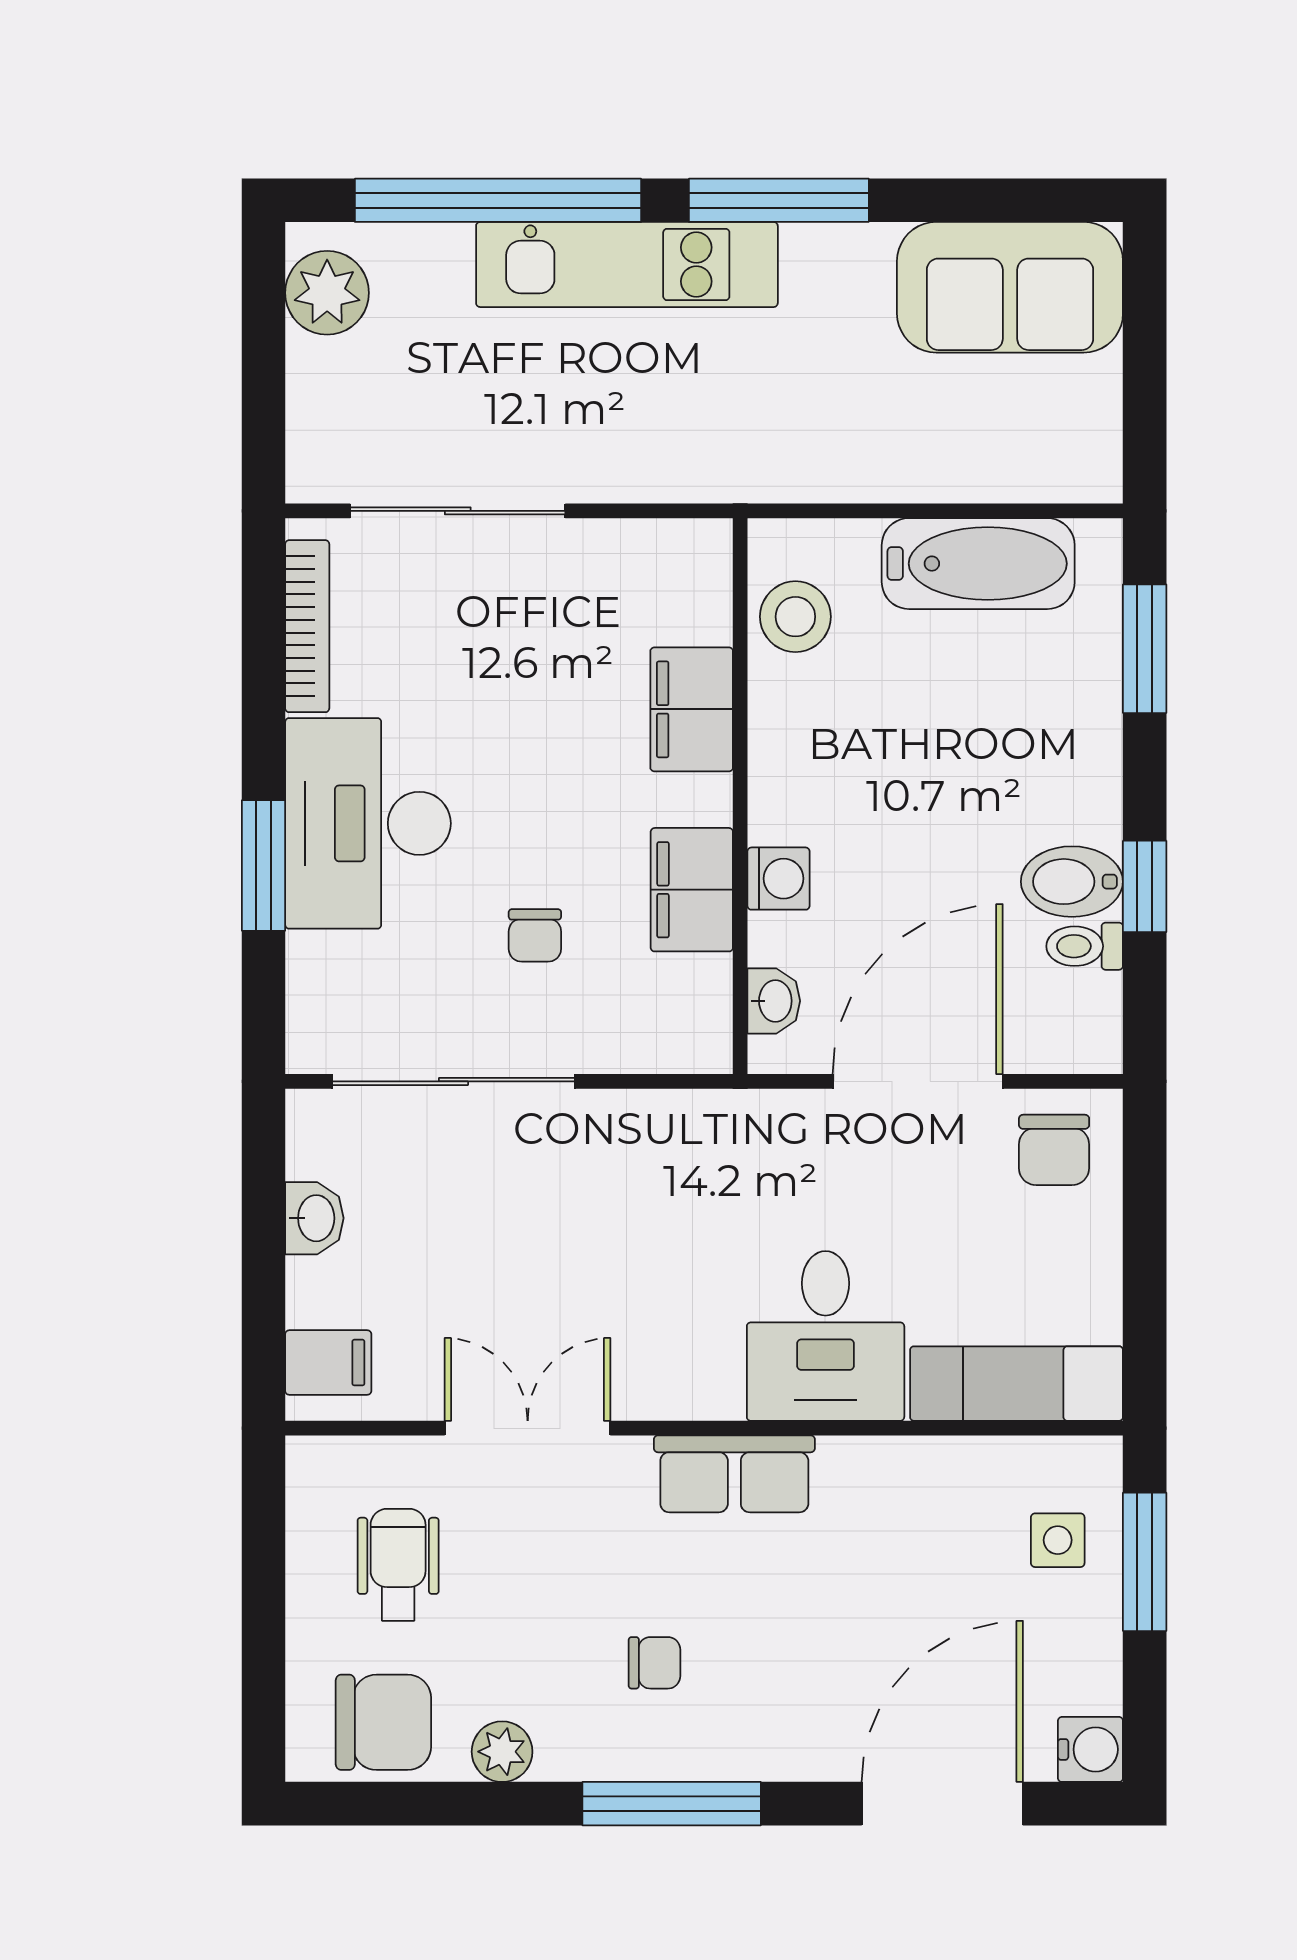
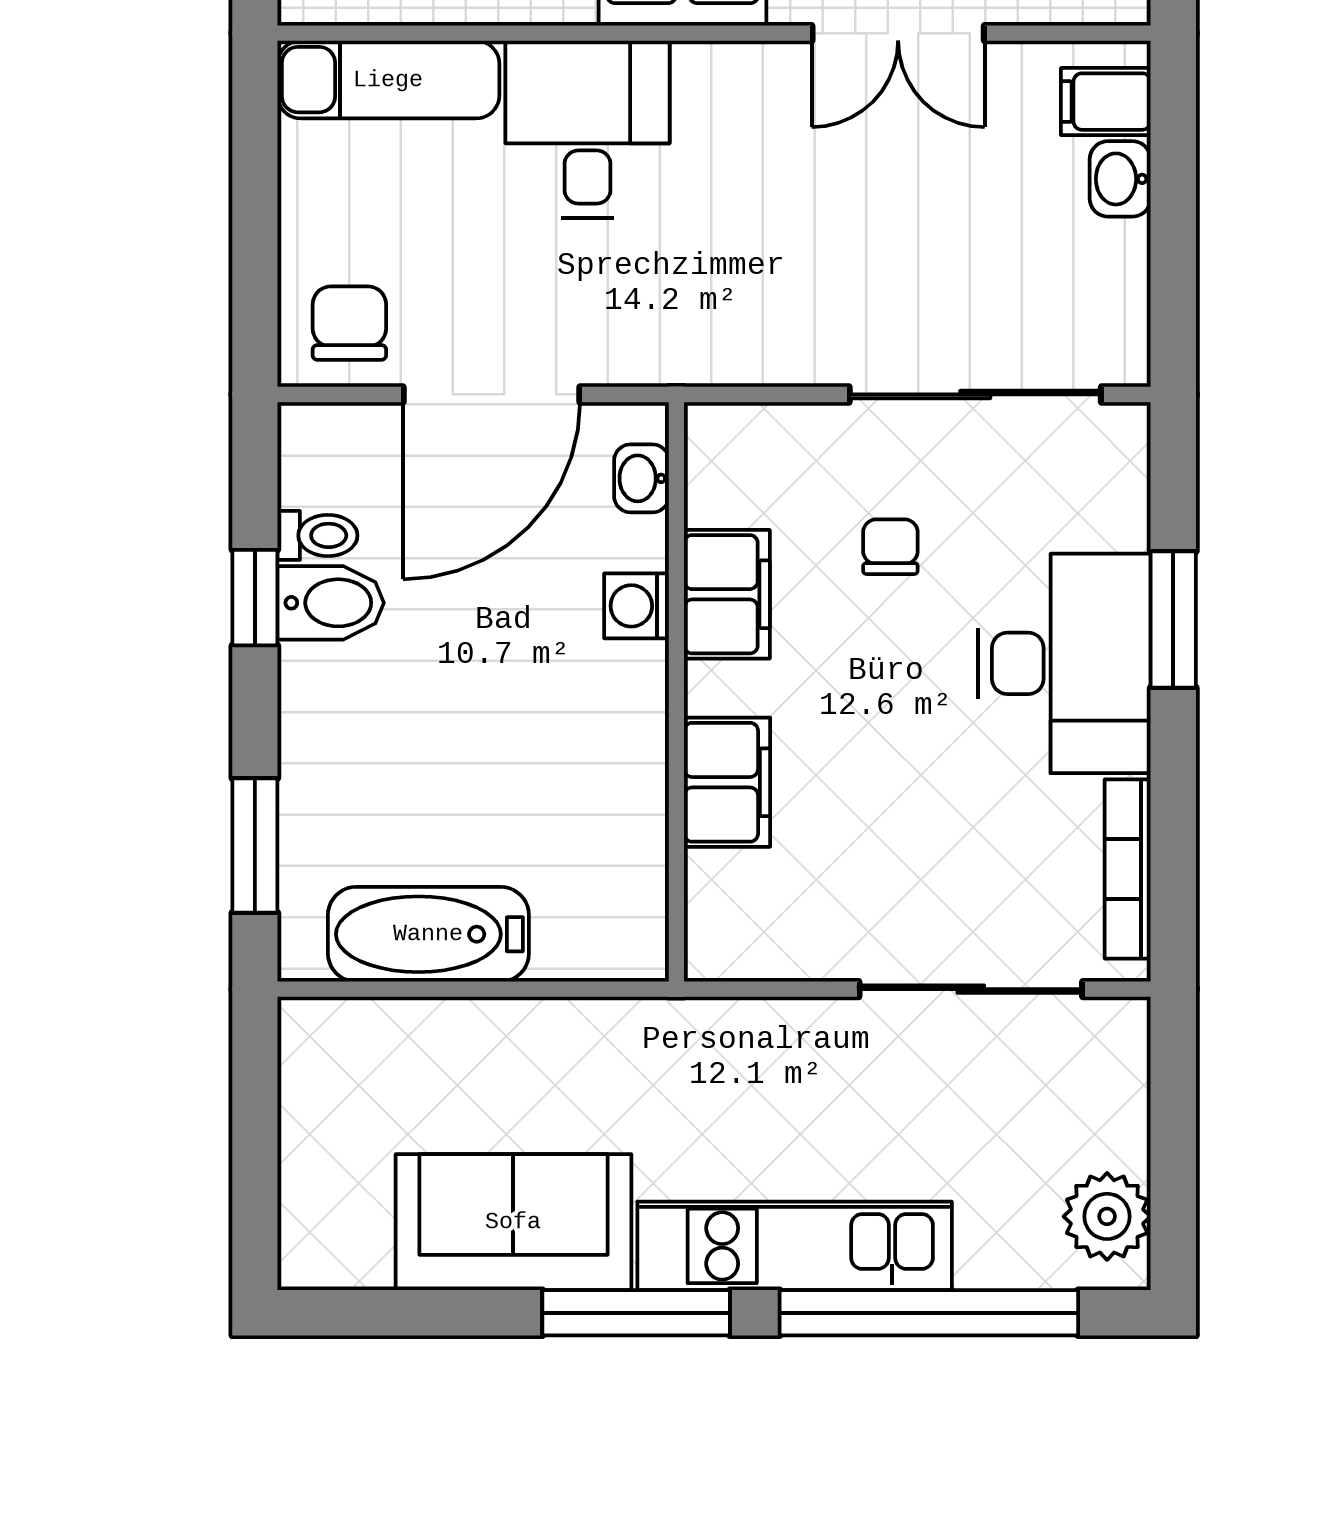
sofa: (1010, 287) -> (513, 1222), moved
stool: (795, 617) -> (619, 879), removed
washbasin: (314, 1218) -> (1120, 179), moved

